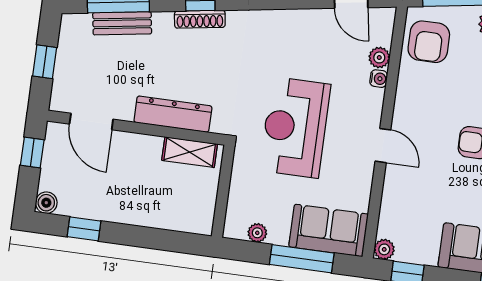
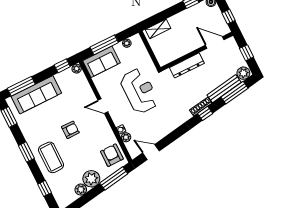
bench: (122, 23) -> (224, 89), width x1.36
plant: (77, 27) -> (243, 73), added
shelving: (190, 152) -> (158, 29), moved

